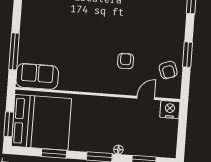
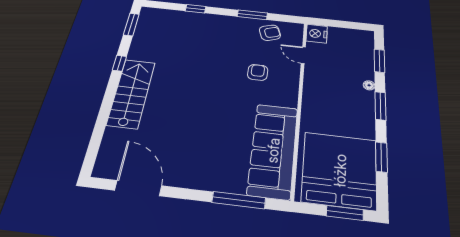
armchair: (126, 61) -> (258, 72), turned 90
sofa: (37, 76) -> (273, 150), width x1.85, depth x1.27

